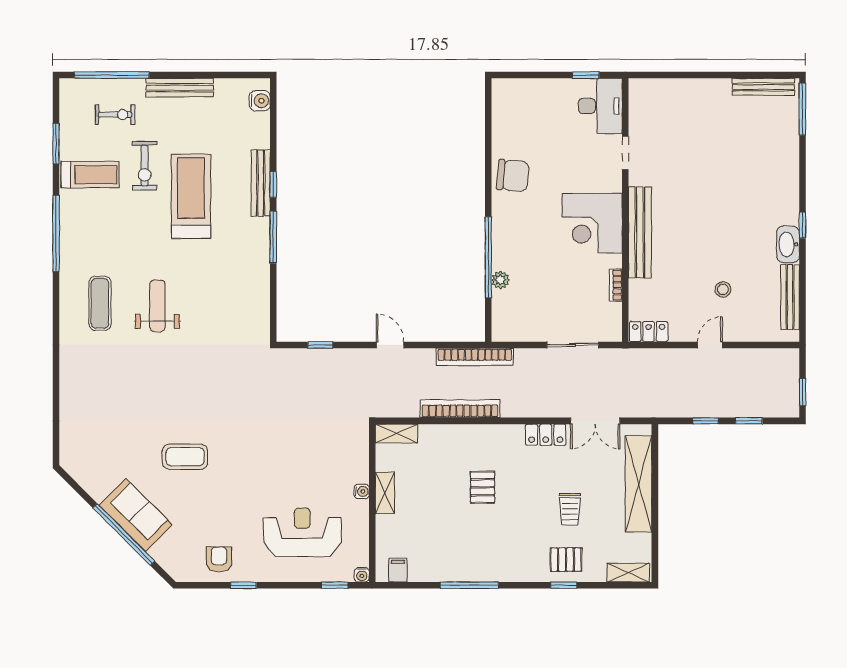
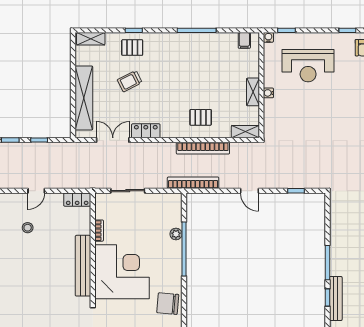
corner desk: (592, 223) -> (122, 272), width x1.36, depth x1.36
pallet: (483, 487) -> (201, 117), moved, turned 90
trolley: (570, 509) -> (130, 81), turned -117

